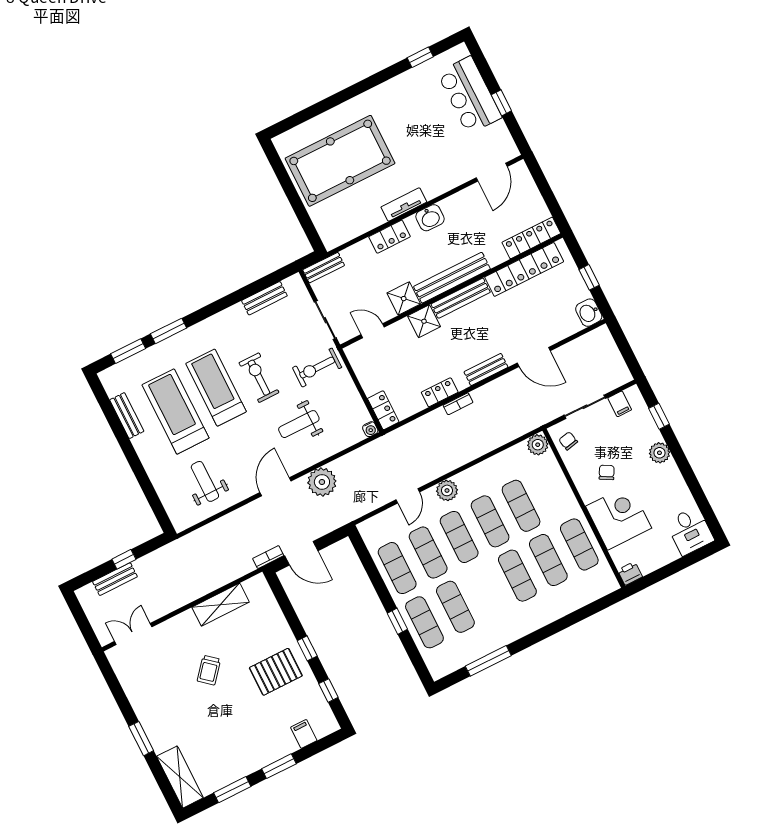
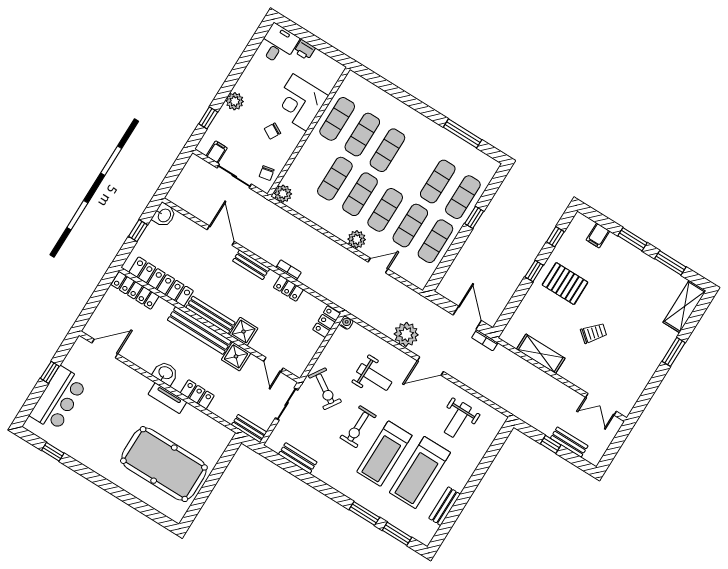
exercise bike: (317, 368) -> (325, 389), turned 33
printer: (630, 573) -> (305, 50), moved

